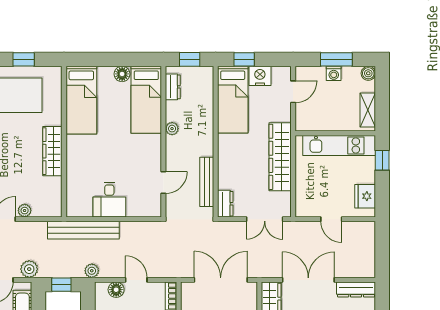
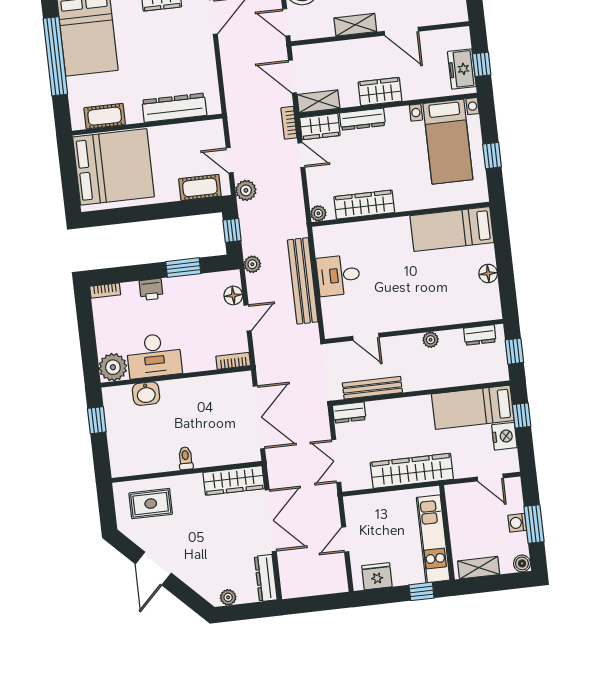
bed: (146, 100) -> (461, 306), removed
wardrobe: (52, 151) -> (364, 205), moved
plant: (25, 211) -> (318, 213), moved
bench: (83, 230) -> (303, 281), moved

